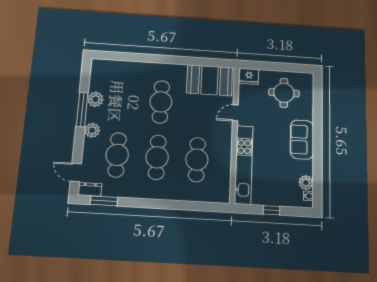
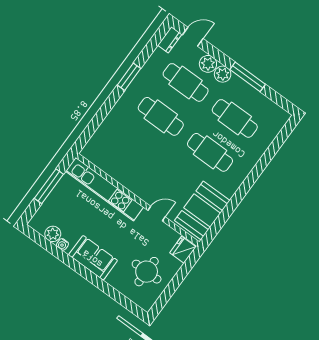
plant: (95, 99) -> (208, 64), moved
door: (235, 113) -> (156, 214), hinge flipped
cafe table: (197, 160) -> (235, 118), moved
water cooler: (308, 196) -> (62, 244), moved
window: (104, 201) -> (129, 77), moved
window: (271, 210) -> (49, 186), width x2.17

